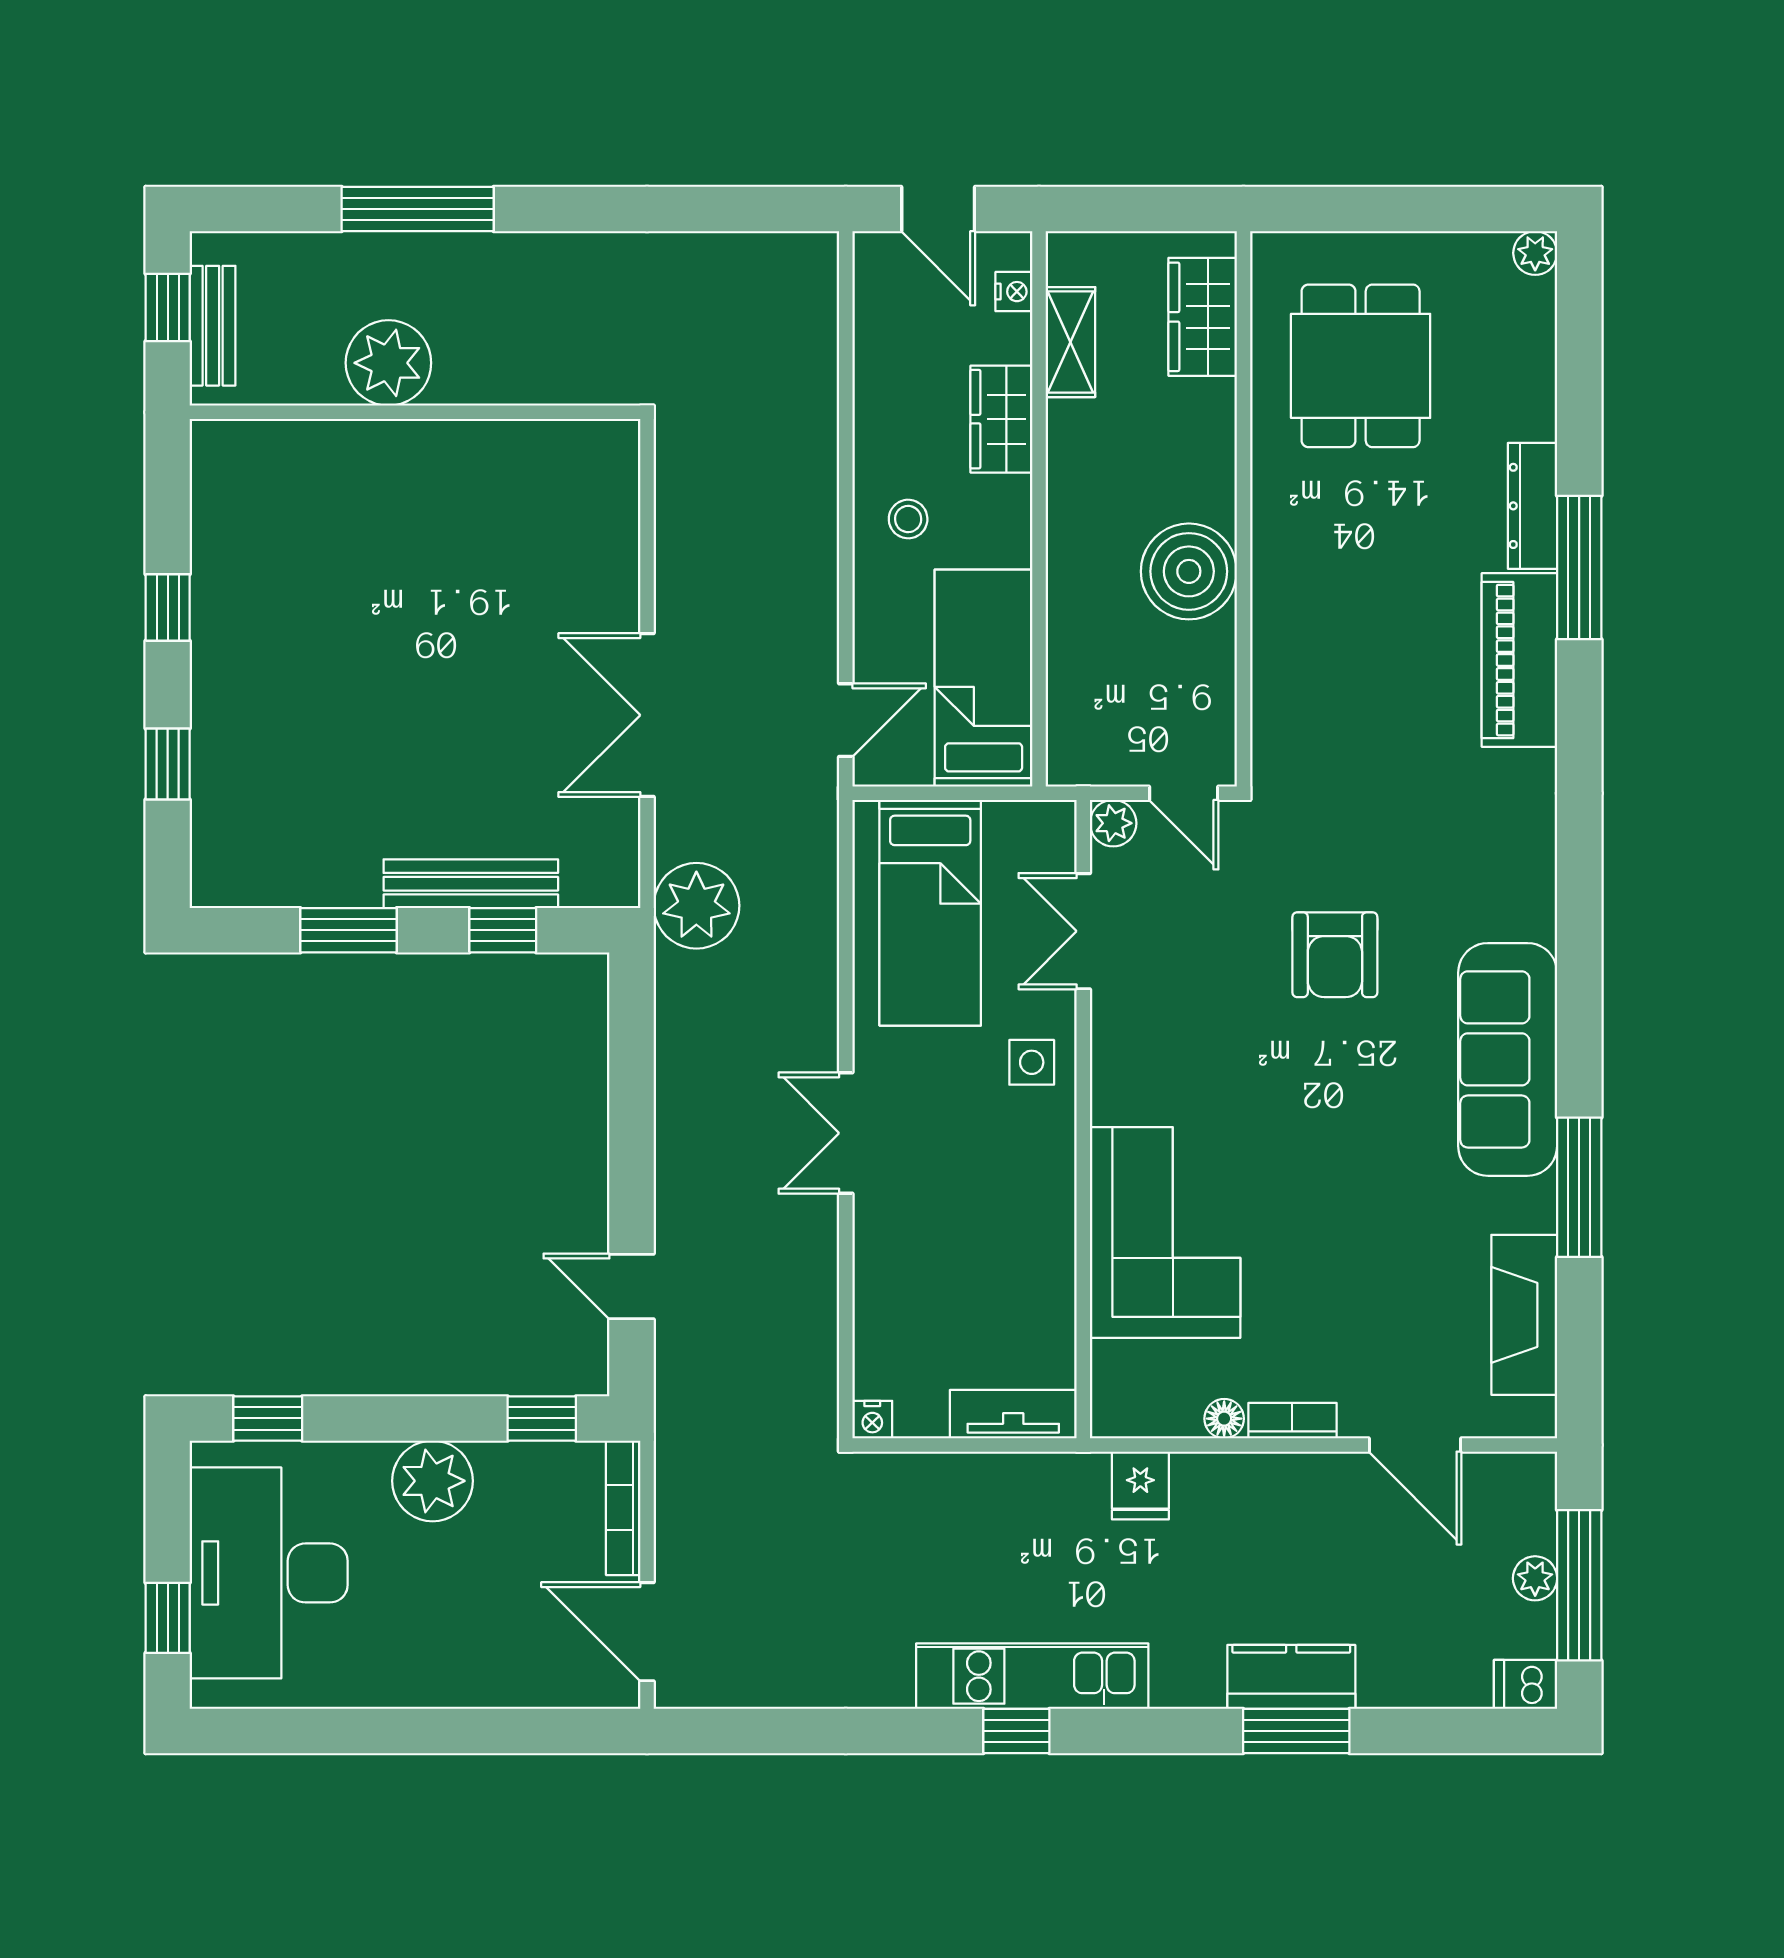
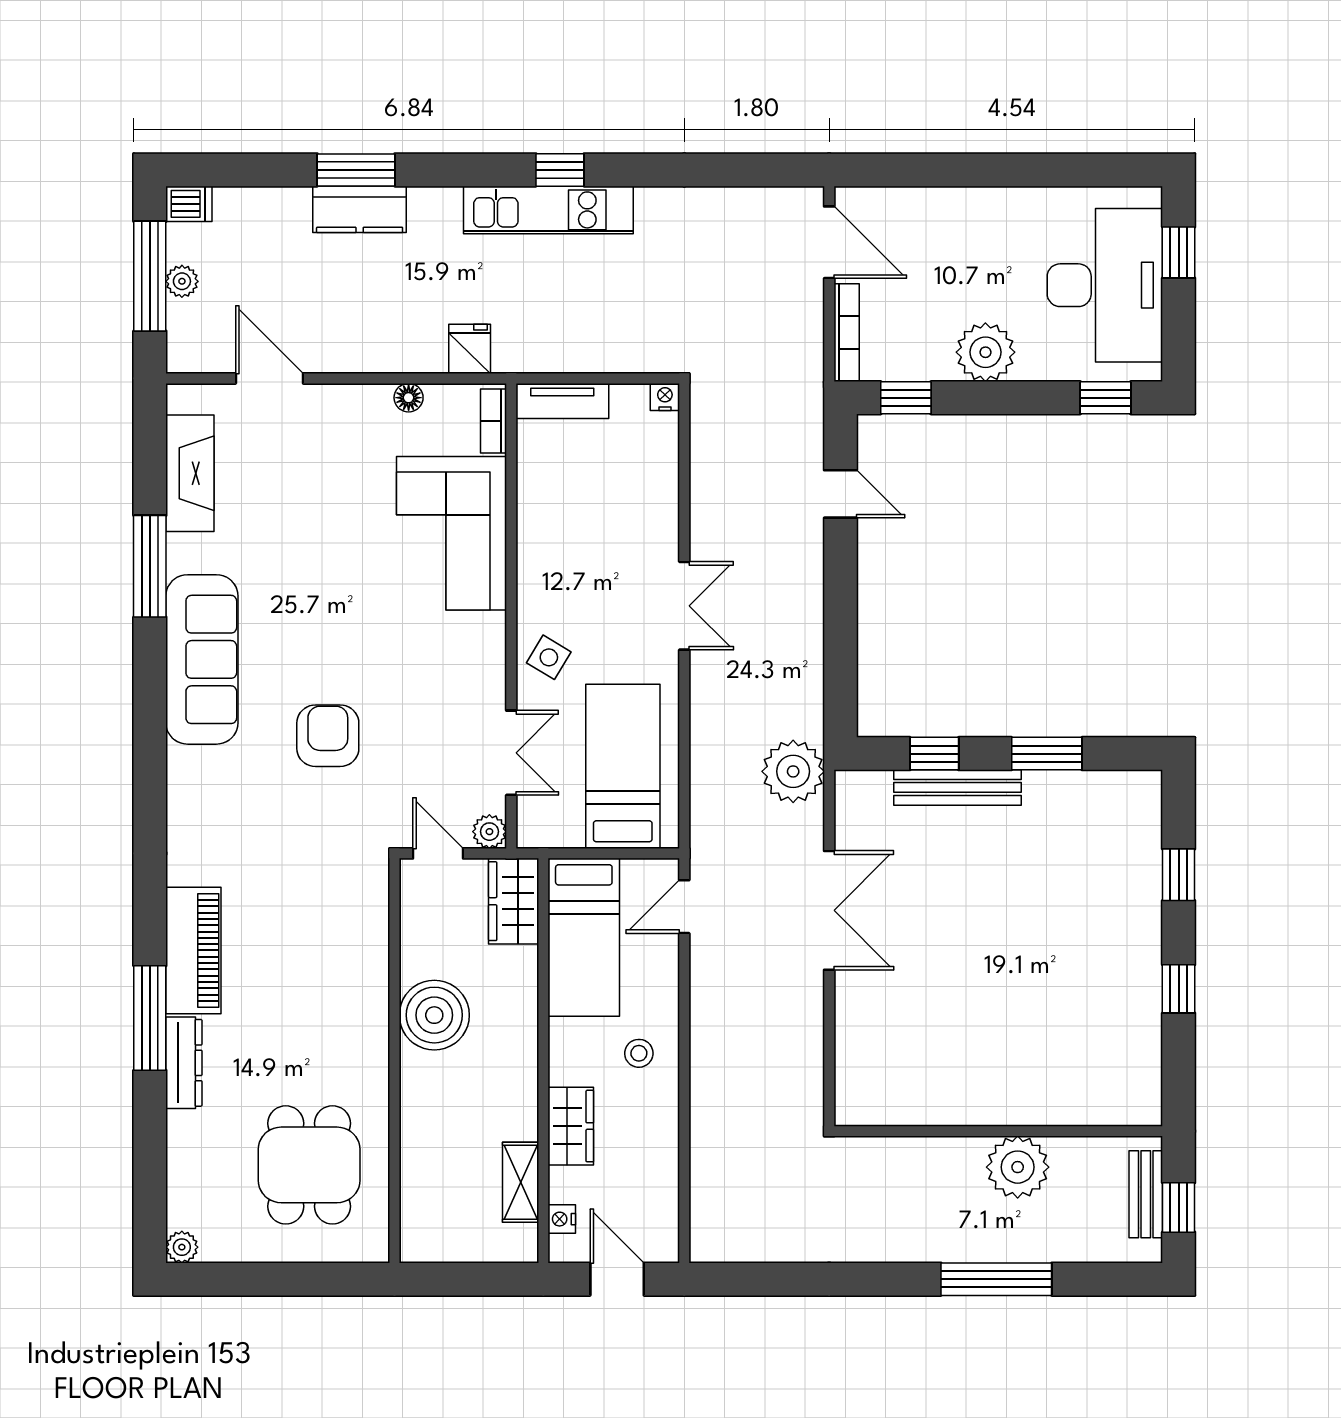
wardrobe: (1203, 317) -> (514, 901), moved, turned 180
side table: (1032, 1062) -> (549, 657), turned 31
bookcase: (1292, 1421) -> (493, 421), moved, turned 90

